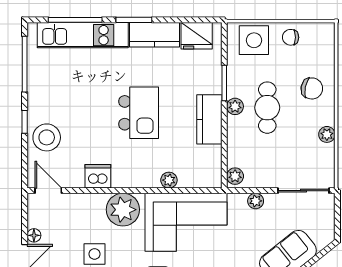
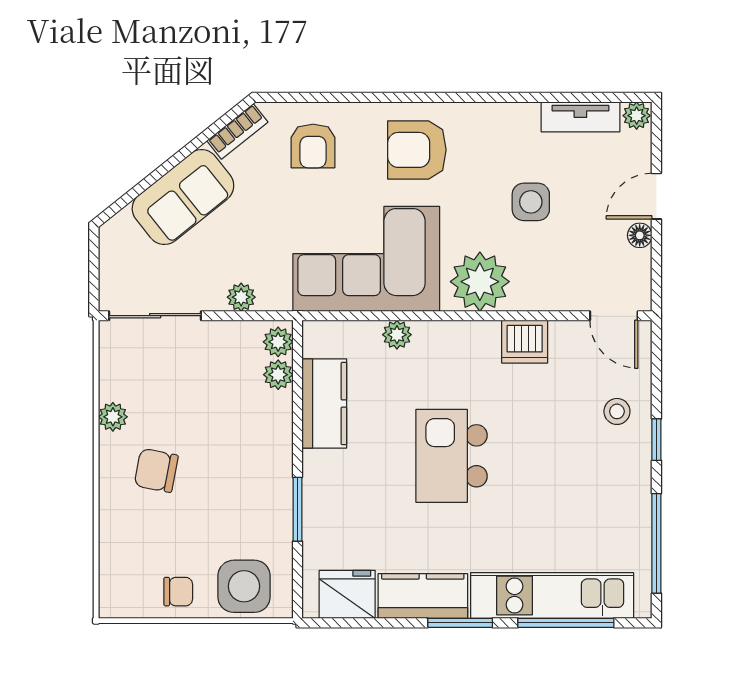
chair: (312, 88) -> (156, 470), moved
plant: (235, 106) -> (278, 375), moved
cafe table: (267, 108) -> (220, 465), removed
kitchen counter: (209, 119) -> (324, 403), moved
stool: (47, 137) -> (617, 411), width x0.53, depth x0.53

